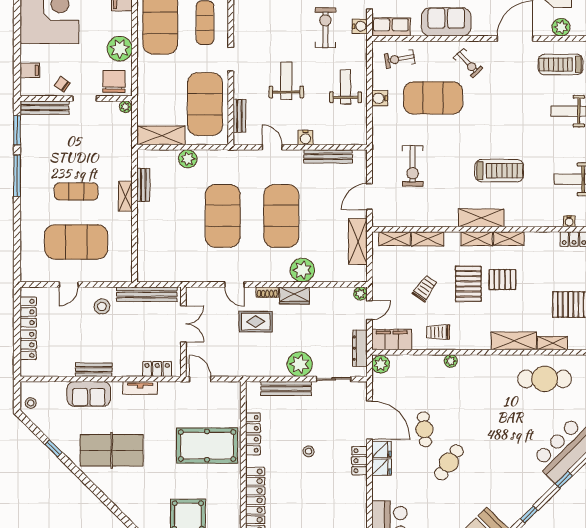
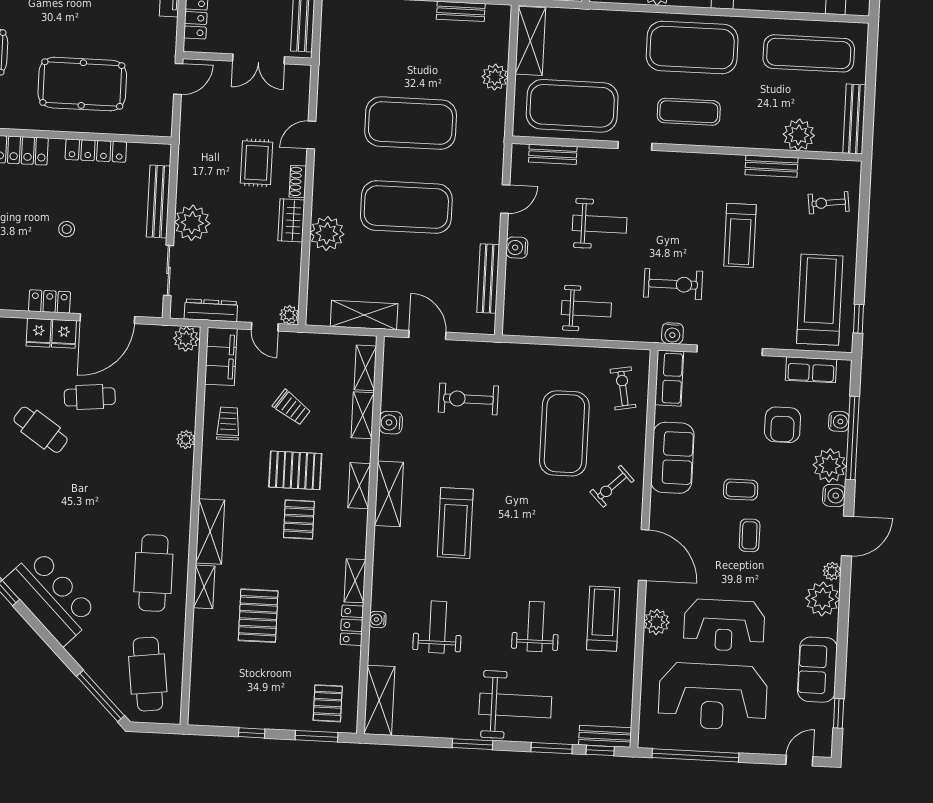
water cooler: (380, 98) -> (391, 423), moved, turned -90
shelving: (509, 238) -> (355, 581), moved
pool table: (207, 446) -> (82, 84), turned 90

